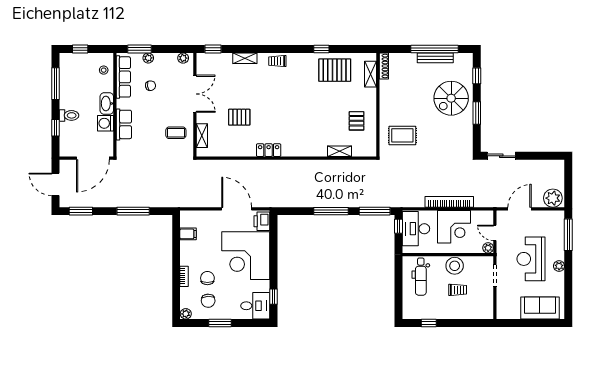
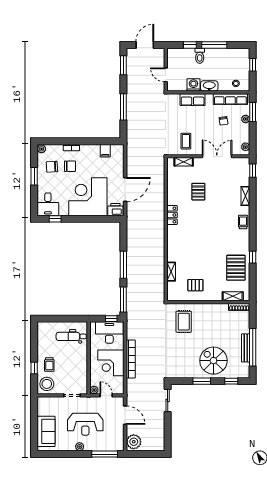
window: (55, 84) -> (214, 45), moved
double door: (195, 94) -> (217, 156), swing flipped
door: (93, 158) -> (166, 75), width x0.53
door: (495, 233) -> (106, 395), hinge flipped
reception desk: (531, 259) -> (85, 424), turned 180
stool: (455, 266) -> (47, 384), moved
trolley: (458, 290) -> (49, 365), moved
window: (429, 323) -> (34, 368), moved

